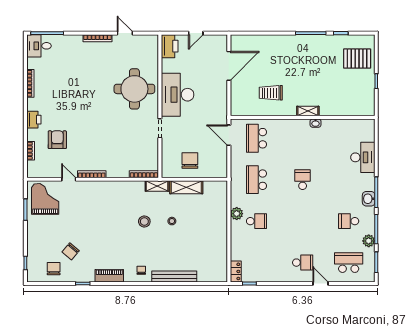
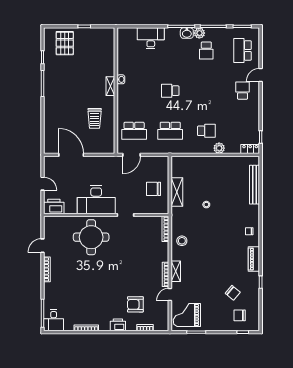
shelving: (157, 186) -> (176, 271), moved
plant: (237, 214) -> (219, 148), moved
stool: (144, 221) -> (182, 241), moved
school desk: (256, 221) -> (206, 131), turned 90
plant: (369, 241) -> (199, 33), moved
chair: (54, 269) -> (240, 315), moved
bench: (174, 276) -> (255, 185), moved

